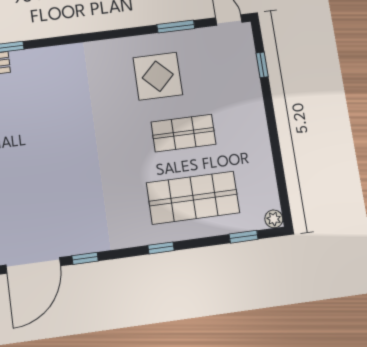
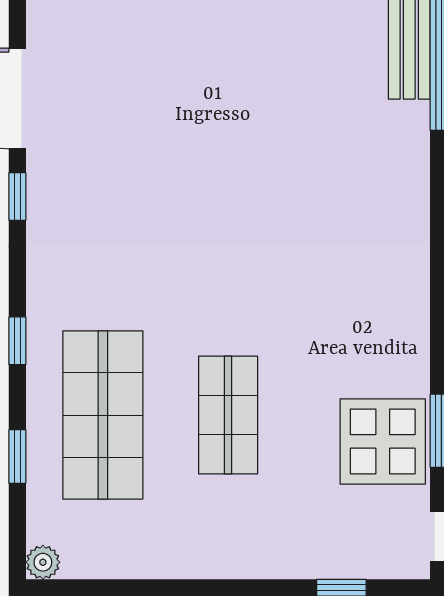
display table: (158, 76) -> (383, 441), moved
window: (244, 237) -> (17, 457), moved

